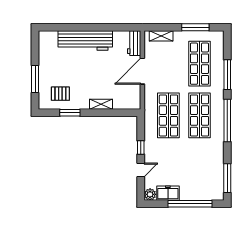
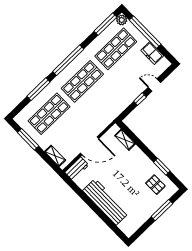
shelving: (101, 104) -> (125, 140), moved
shop shelf: (168, 115) -> (116, 49), moved
plant: (150, 194) -> (122, 20), moved

